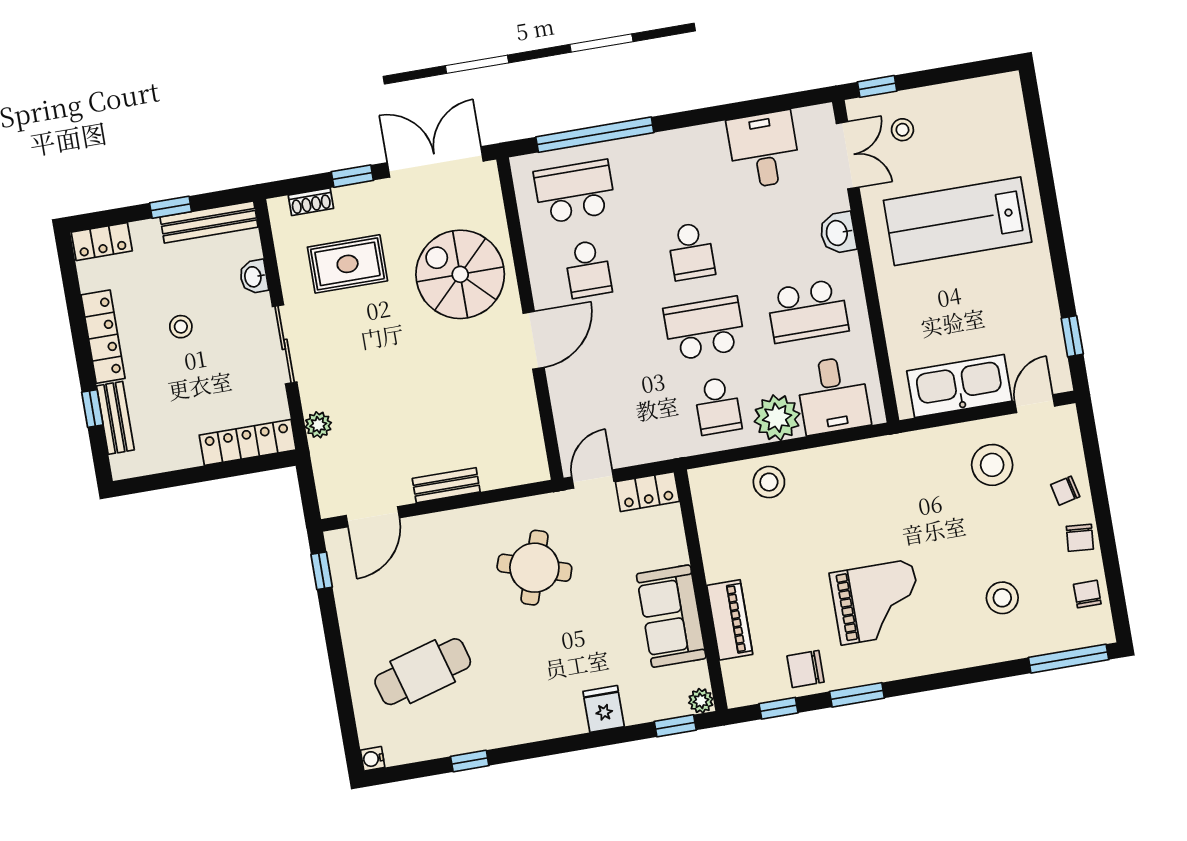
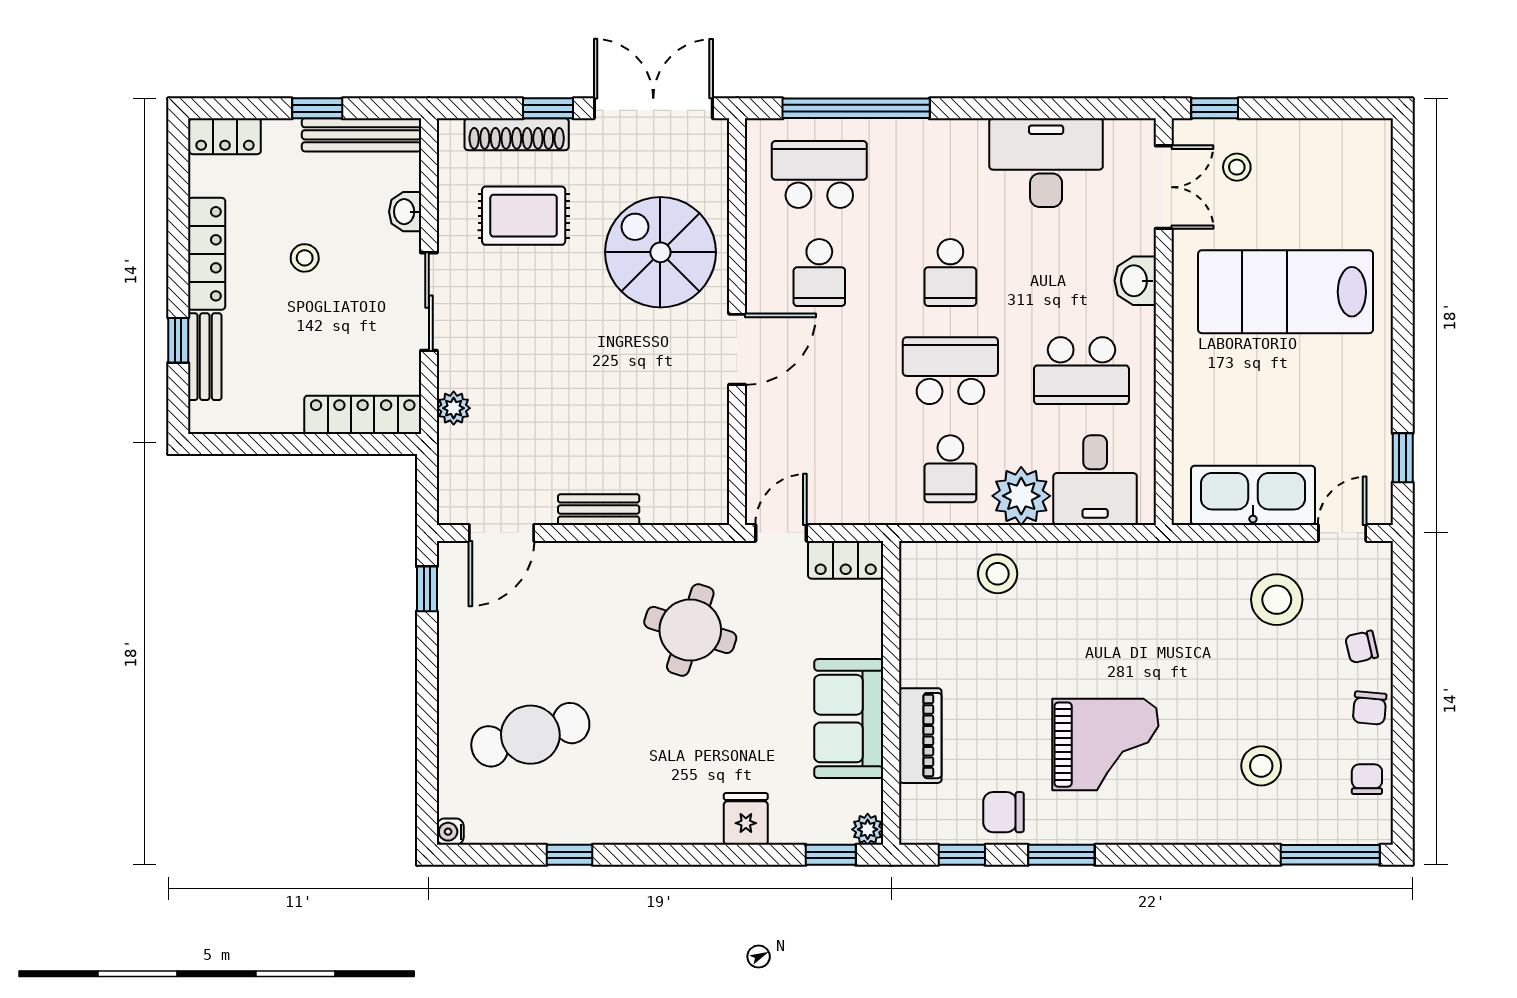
desk: (764, 150) -> (1046, 163), width x1.37
shoe rack: (311, 202) -> (517, 134), width x1.94, depth x1.24

